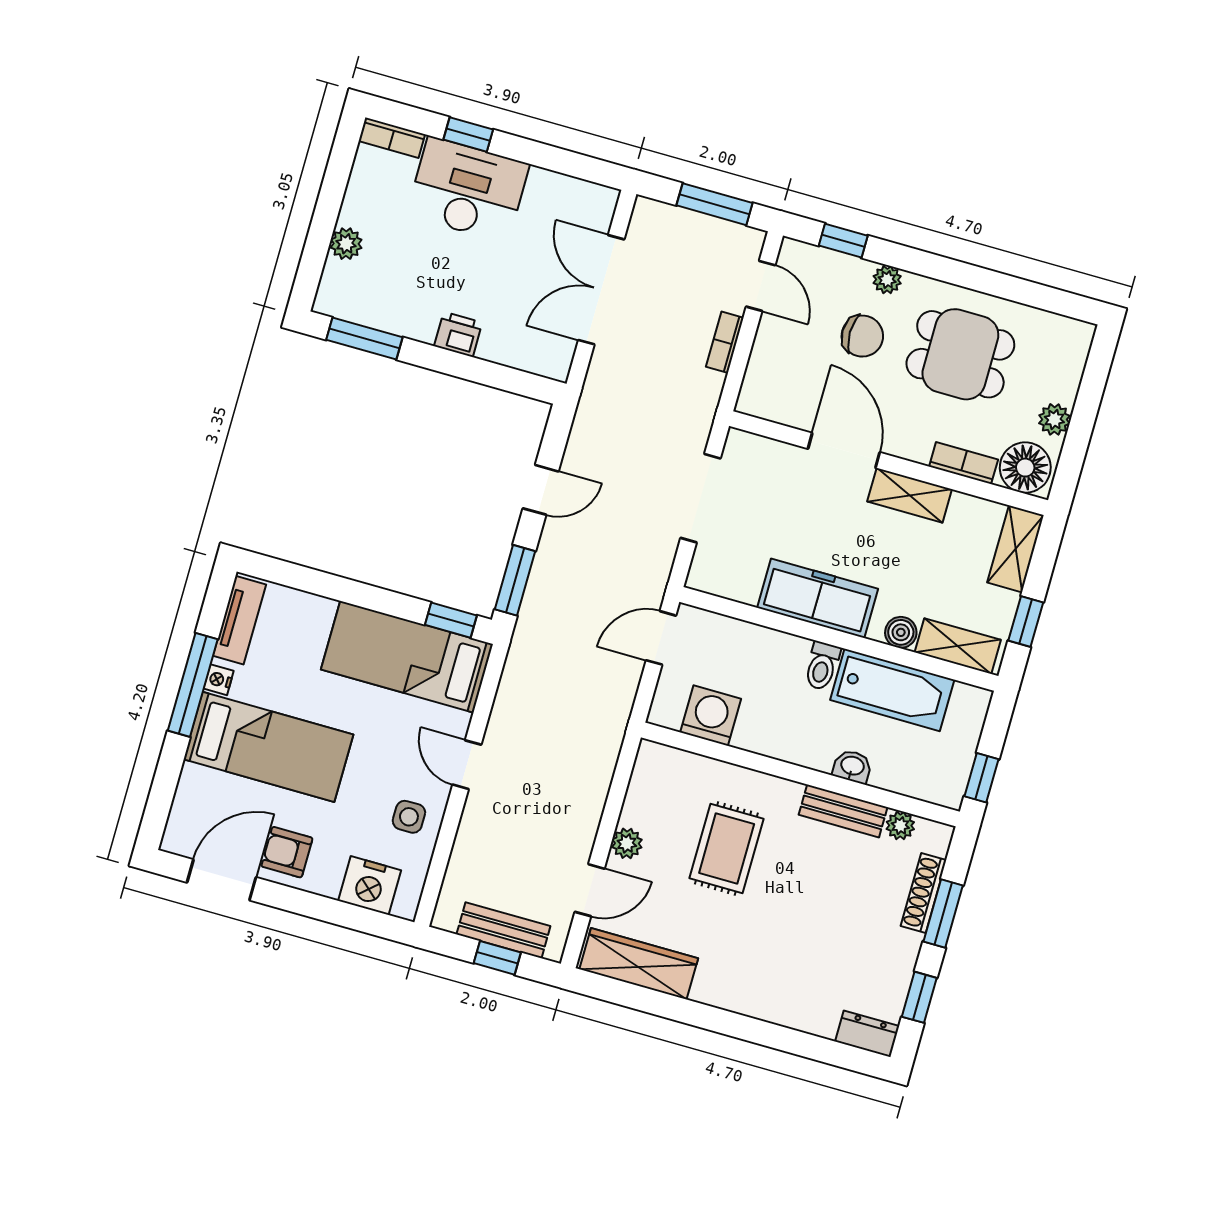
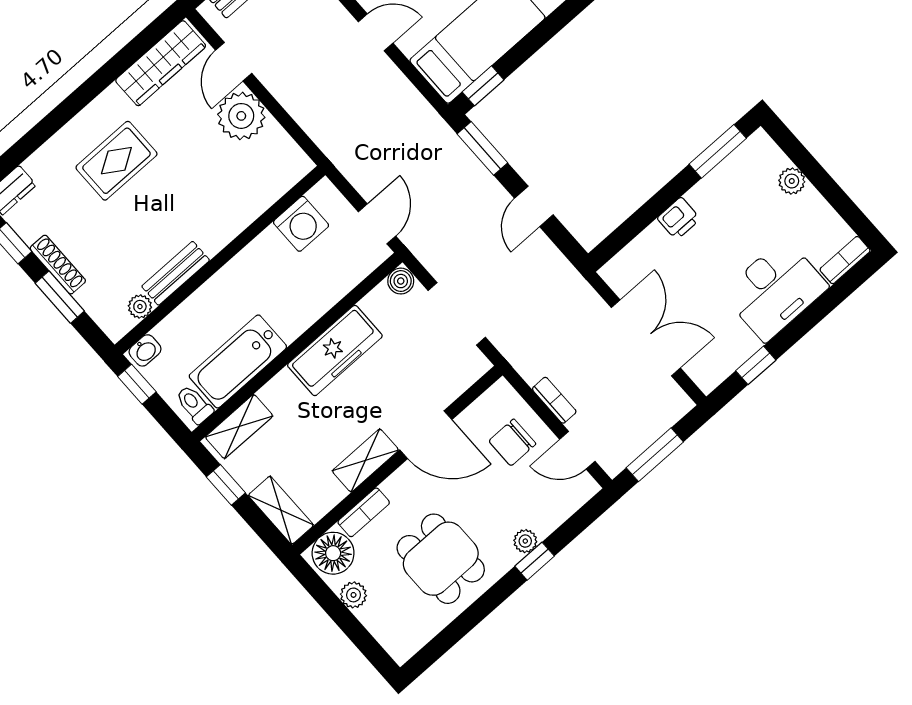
window: (468, 134) -> (756, 365), moved
window: (843, 241) -> (534, 561), moved
chair: (862, 336) -> (512, 442), moved
dining table: (960, 354) -> (441, 559), turned 90
boiler: (901, 632) -> (401, 281), moved
toilet: (822, 666) -> (194, 404), moved
washbasin: (852, 766) -> (145, 350), moved
plant: (627, 843) -> (241, 116), width x1.87, depth x1.87
rug: (727, 848) -> (116, 161), moved, turned 90
shoe rack: (924, 893) -> (58, 265), moved

